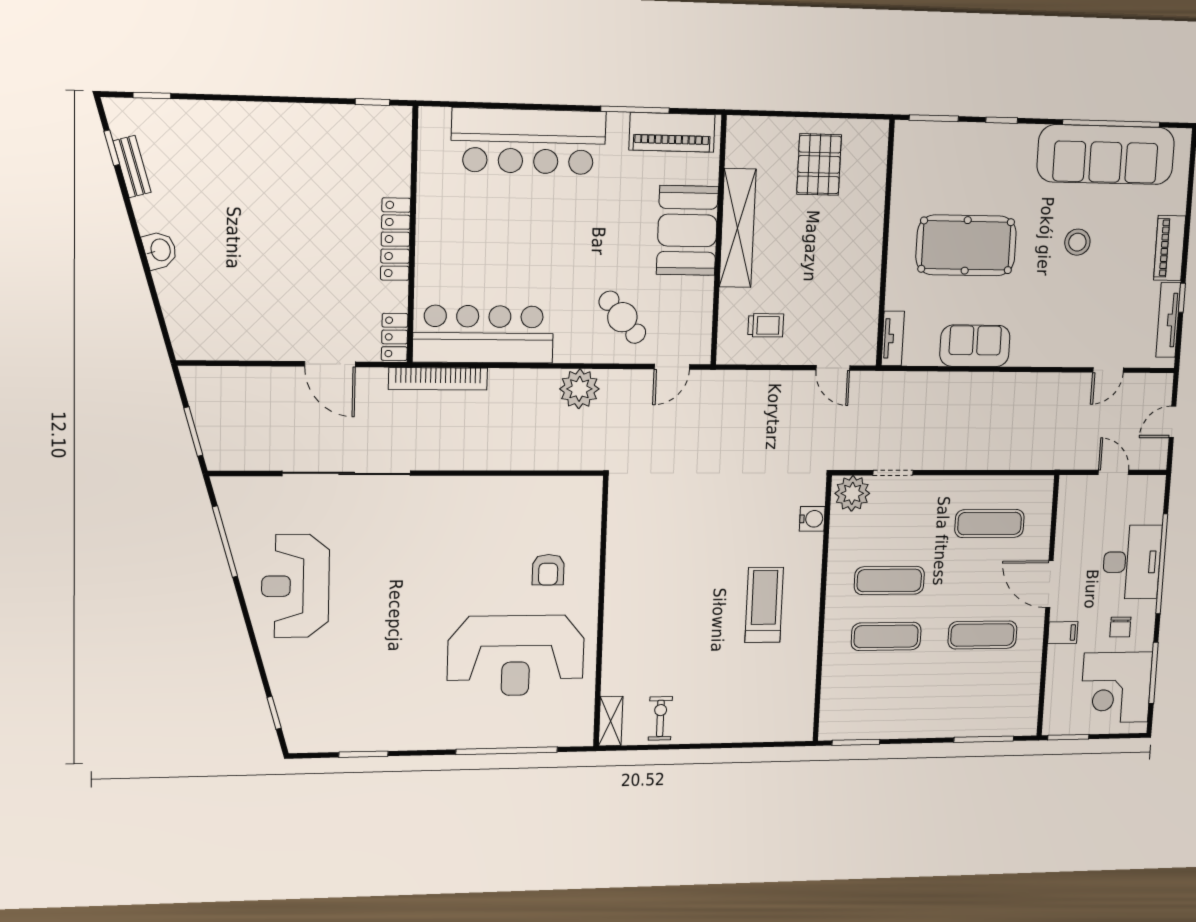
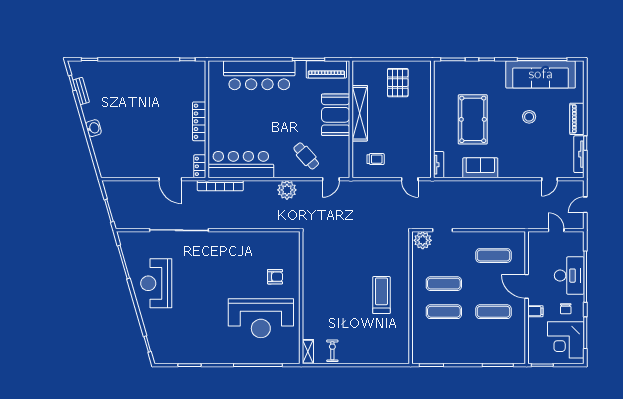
pool table: (966, 245) -> (473, 119), turned 90
water cooler: (812, 519) -> (403, 253), removed
armchair: (548, 570) -> (275, 277), turned -90

